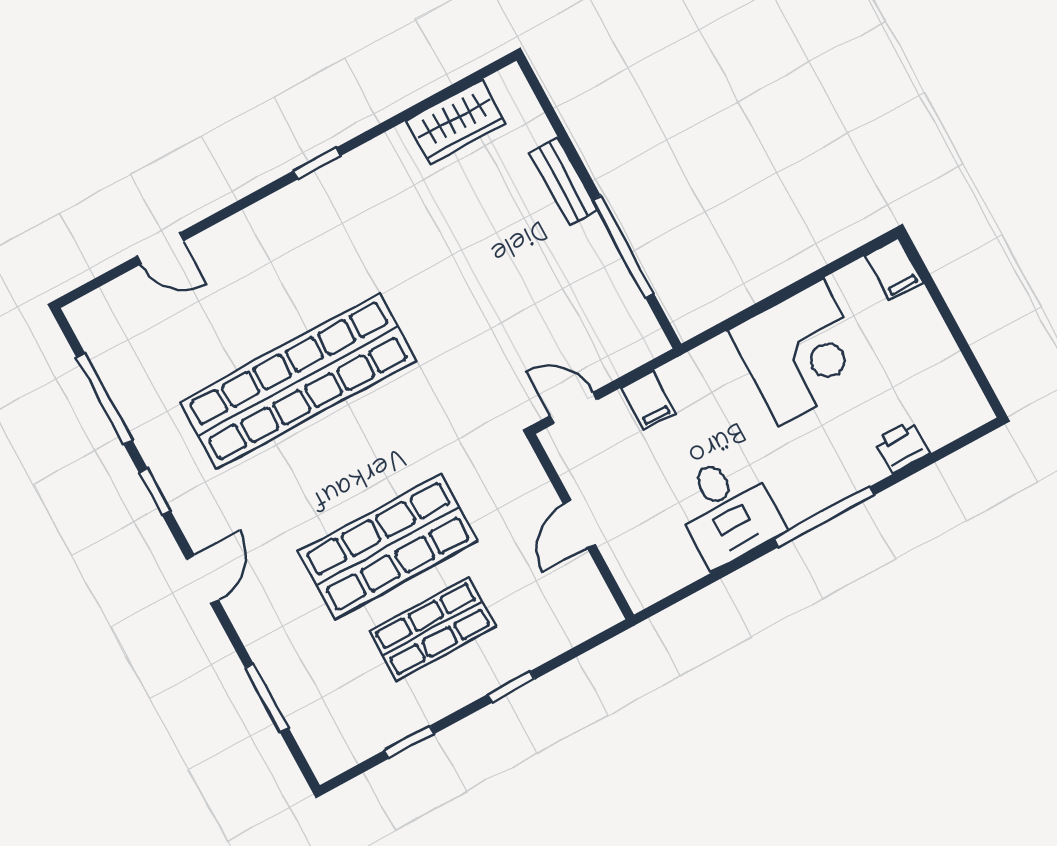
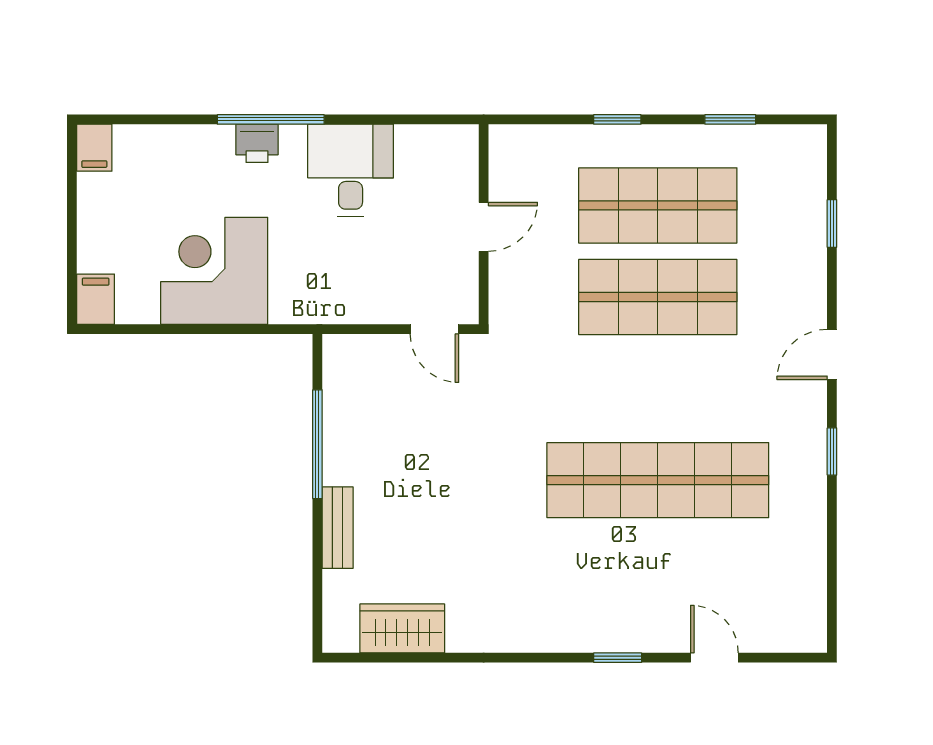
window: (317, 163) -> (618, 658), moved
window: (105, 399) -> (832, 555), removed
filing cabinet: (648, 400) -> (94, 148), moved, turned 180
printer: (902, 447) -> (257, 143), moved
shop shelf: (433, 629) -> (658, 205), width x1.43, depth x1.36
window: (267, 698) -> (832, 224), width x0.67

